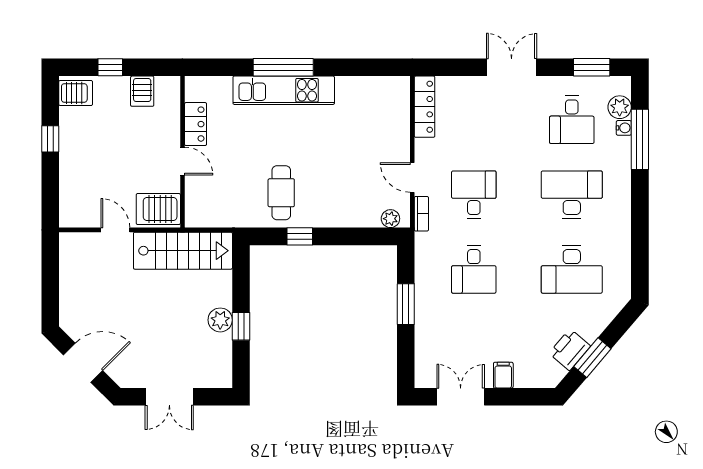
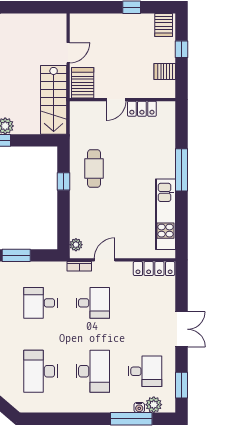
kitchen unit: (284, 90) -> (166, 214), moved
desk: (572, 120) -> (145, 371), turned 180
cafe table: (281, 193) -> (94, 168), turned 90

